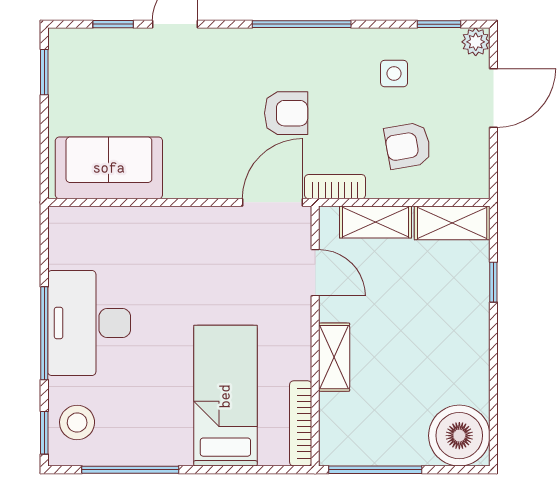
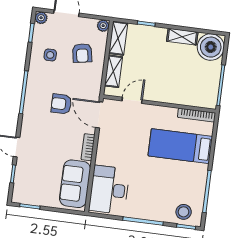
armchair: (286, 113) -> (61, 104), turned -90
plant: (476, 185) -> (103, 26), added
bookcase: (335, 187) -> (88, 147), moved
desk: (89, 323) -> (109, 190), moved, turned 90
shelving: (334, 357) -> (182, 37), moved

